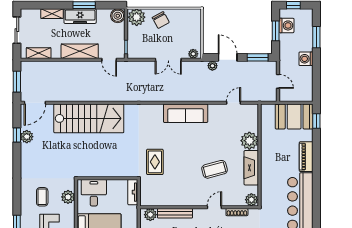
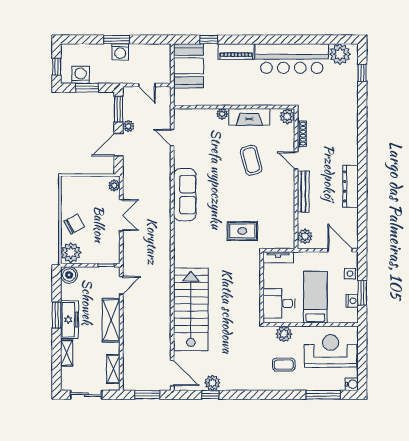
window: (316, 37) -> (117, 40), moved
plant: (212, 66) -> (128, 126), moved
door: (278, 81) -> (147, 85), swing flipped
window: (316, 121) -> (209, 40), moved
plant: (249, 141) -> (222, 114), width x0.53, depth x0.53
bench: (175, 213) -> (303, 192), moved

